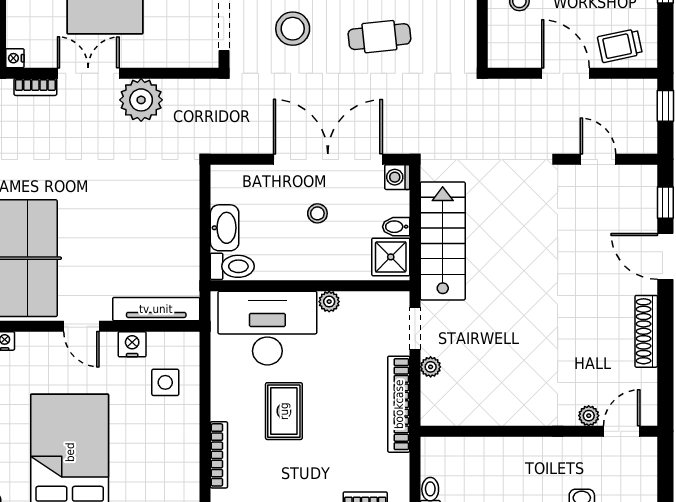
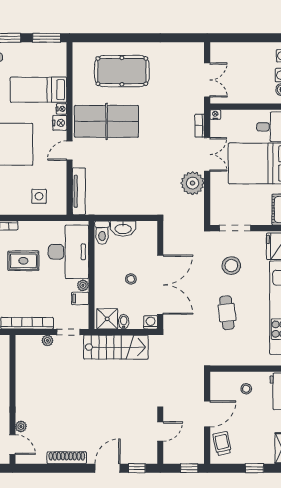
filing cabinet: (353, 307) -> (80, 298), added
nightstand: (132, 344) -> (60, 123), moved

